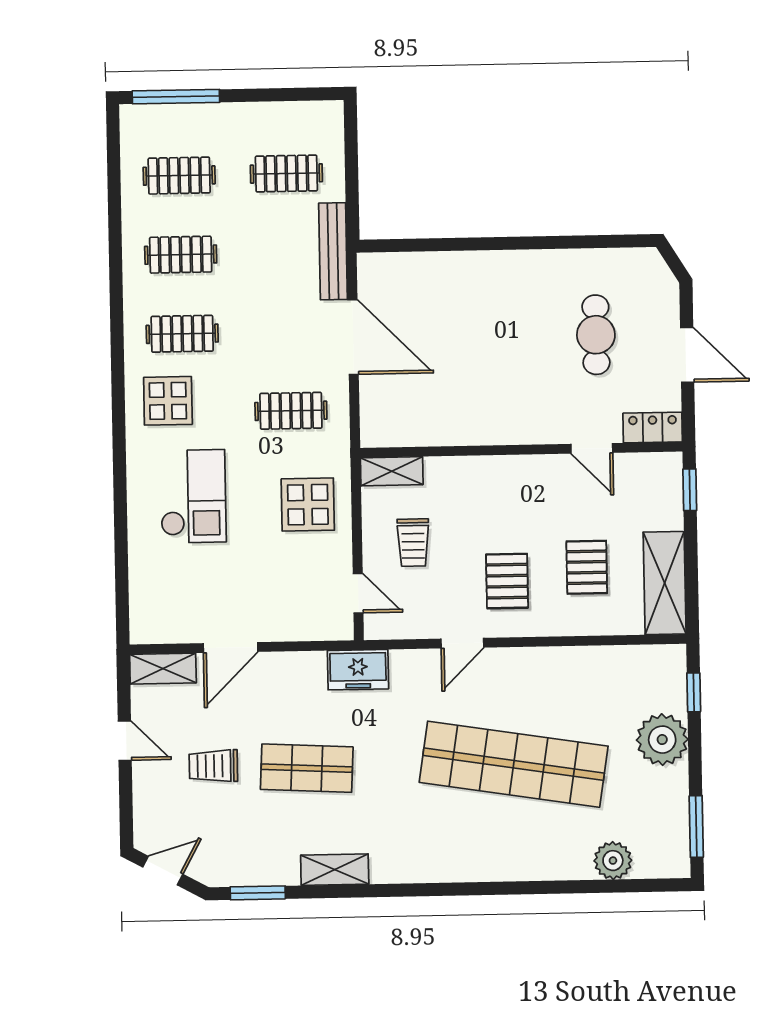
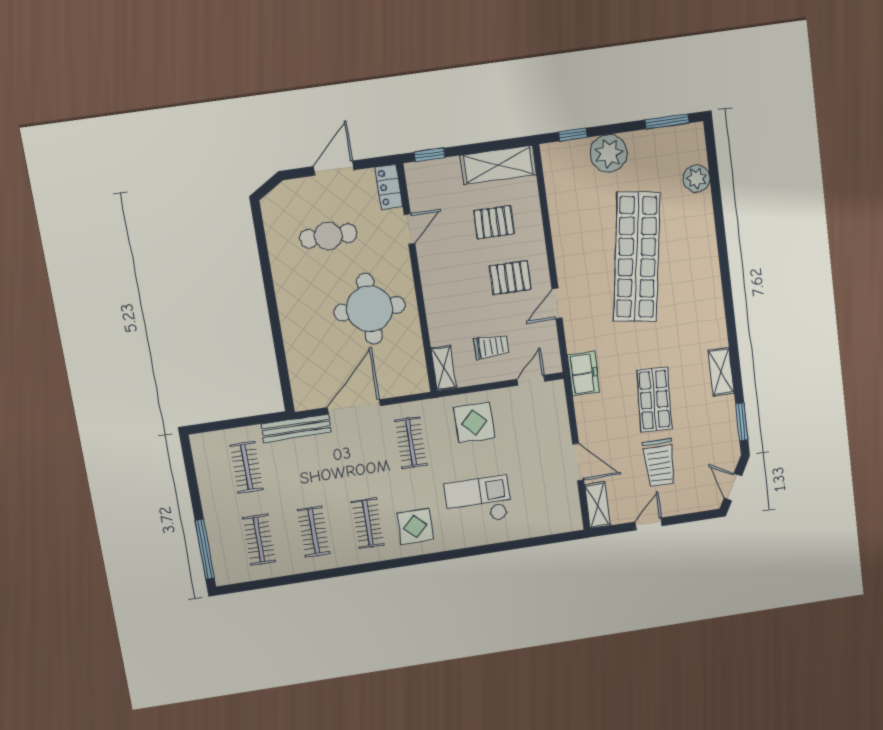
round table: (488, 378) -> (369, 309), added
door: (462, 643) -> (557, 304), swing flipped
trolley: (213, 766) -> (659, 463), width x1.36, depth x1.39

